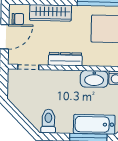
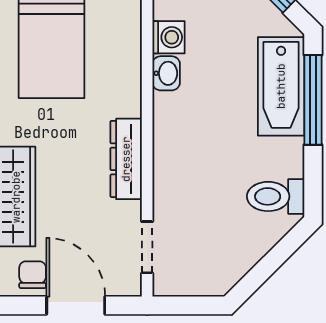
washbasin: (94, 79) -> (166, 73), width x0.52, depth x0.69

